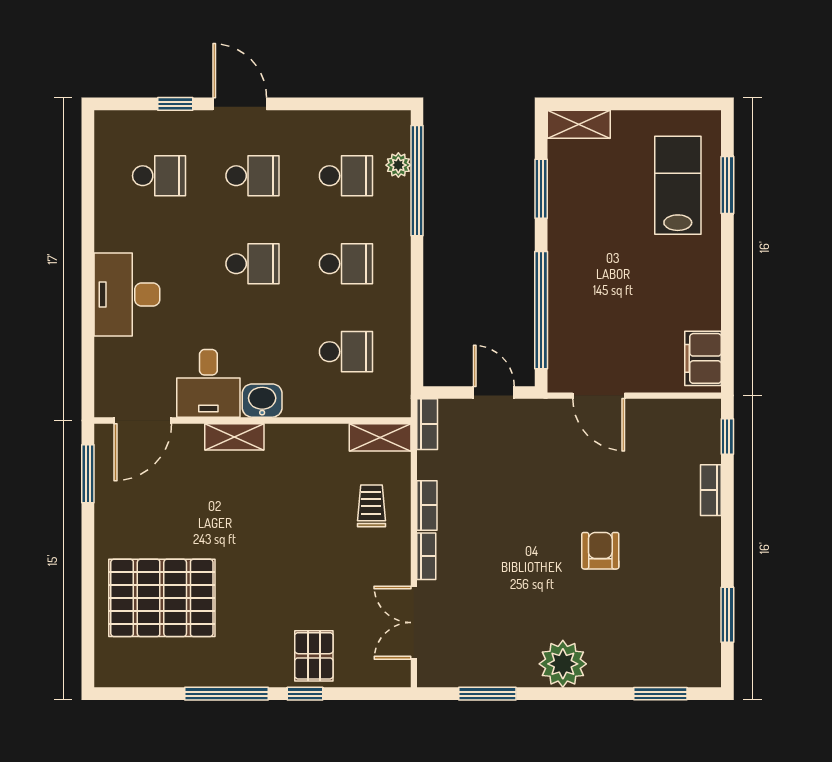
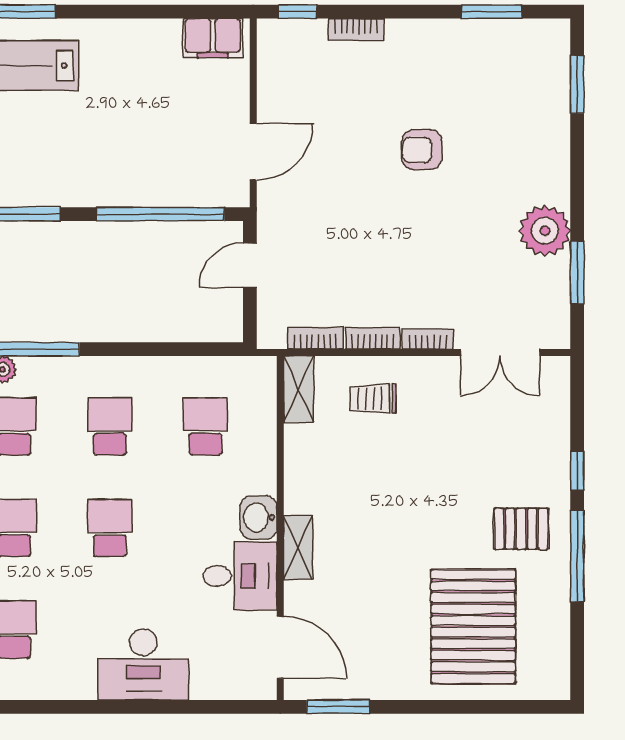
bookcase: (427, 424) -> (315, 338), moved
pallet: (314, 656) -> (521, 529), moved
plant: (563, 664) -> (545, 231), moved

